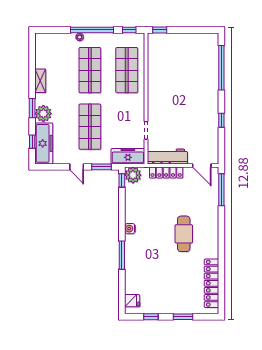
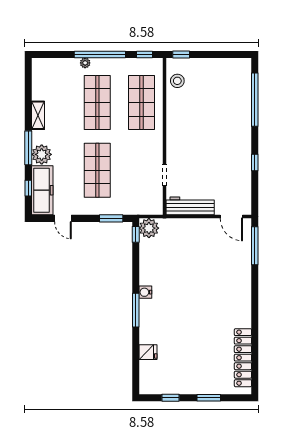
stool: (157, 52) -> (177, 81), added
window: (32, 108) -> (28, 148), width x1.44
freezer: (128, 156) -> (143, 206), removed
door: (77, 167) -> (63, 218), moved
locker: (166, 172) -> (189, 225), removed
cafe table: (184, 234) -> (210, 298), removed
window: (122, 255) -> (136, 310), moved
fridge: (132, 301) -> (148, 352), moved

